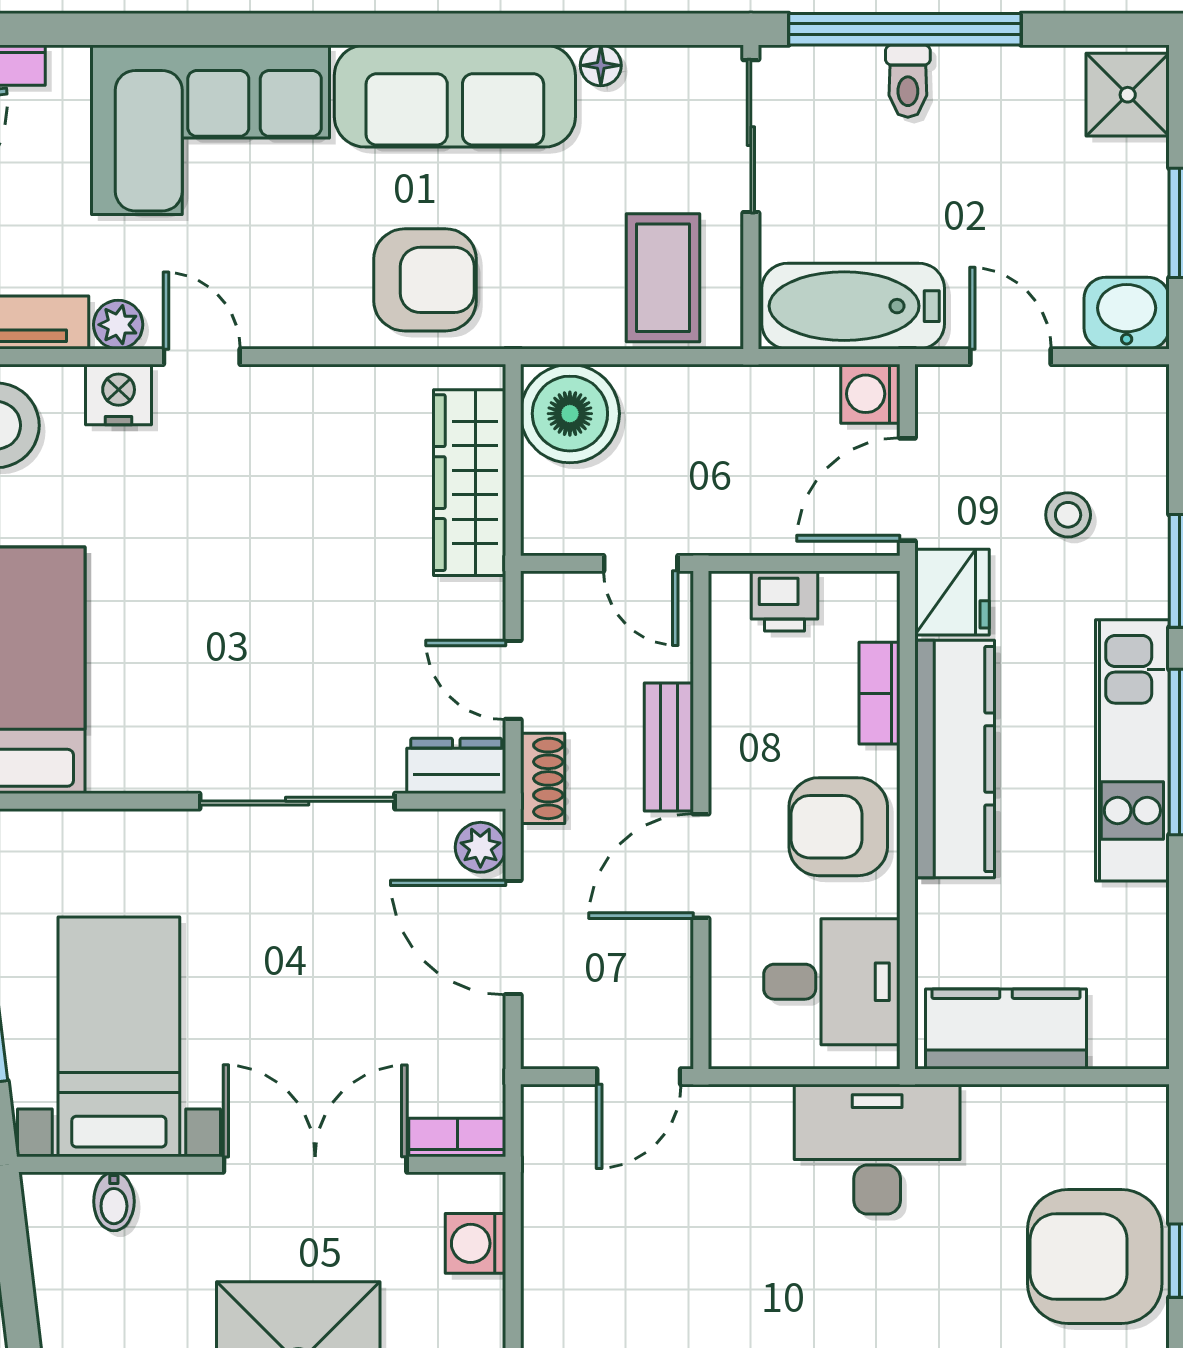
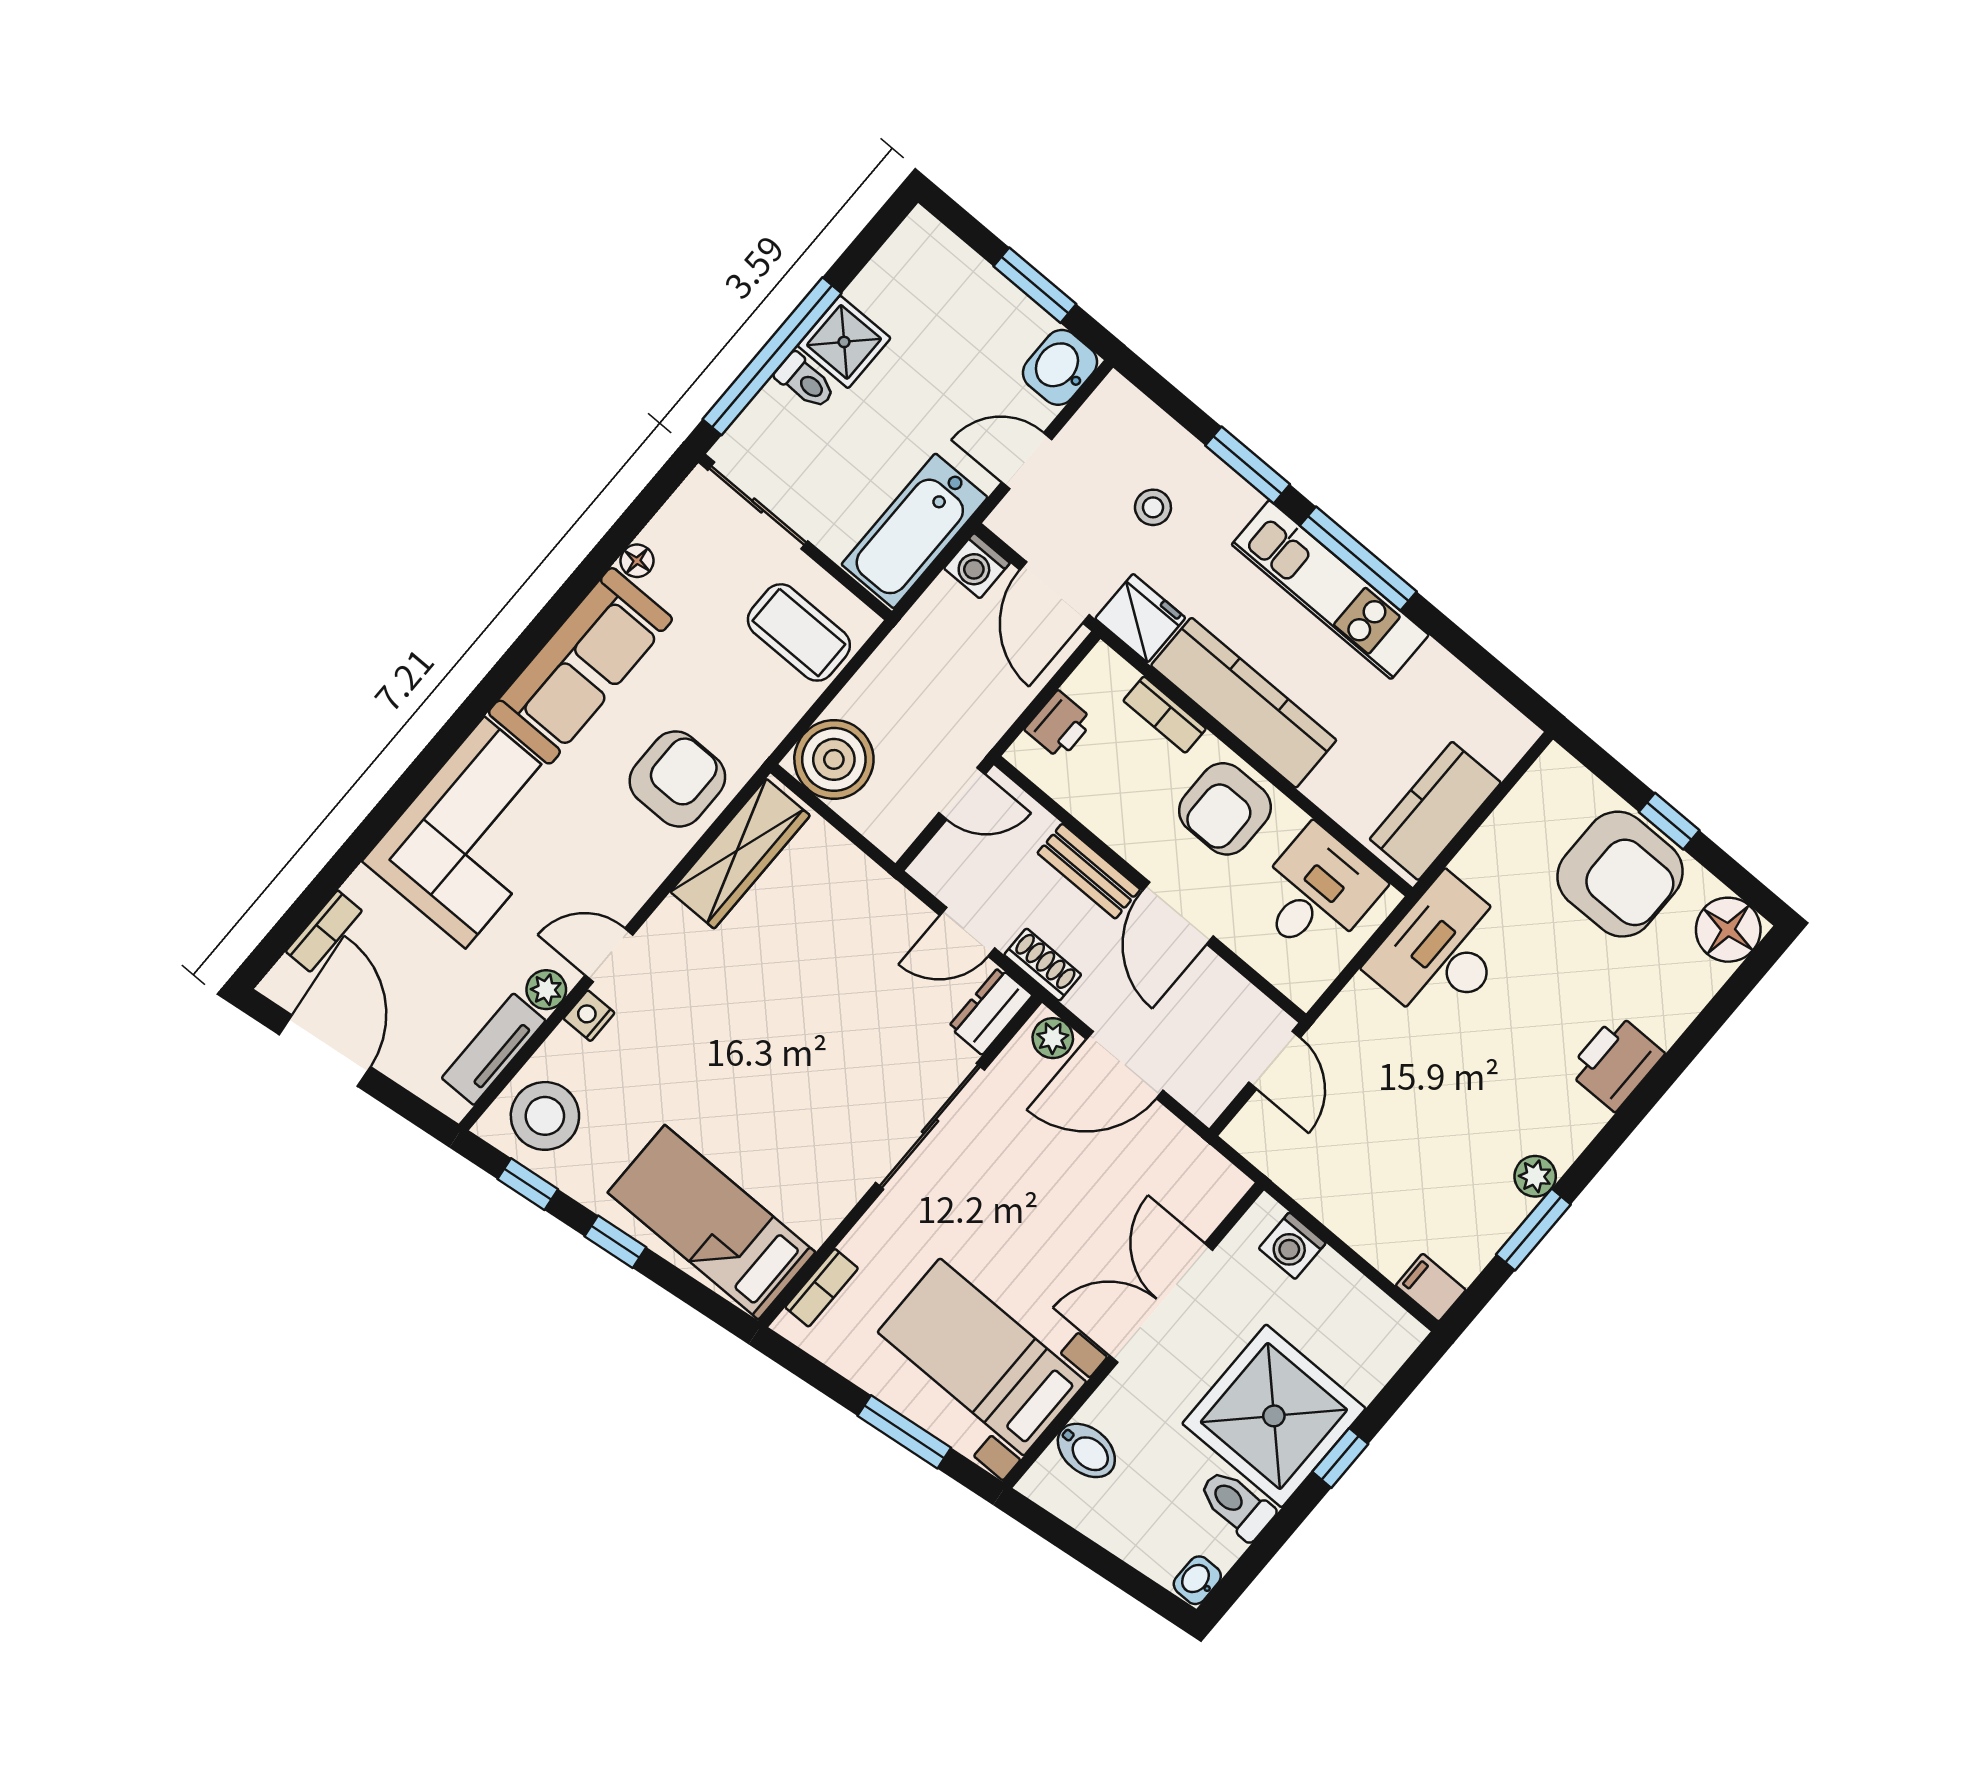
shower: (1128, 95) -> (844, 342), moved
nightstand: (119, 394) -> (589, 1016), width x0.72, depth x0.74
wardrobe: (470, 483) -> (740, 854), moved, turned -90
bookcase: (457, 1137) -> (822, 1288), moved, turned 180
bidet: (114, 1201) -> (1086, 1450), width x1.38, depth x1.36
armchair: (1095, 1257) -> (1620, 874), turned -90

